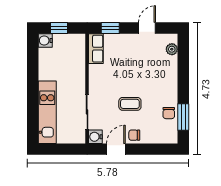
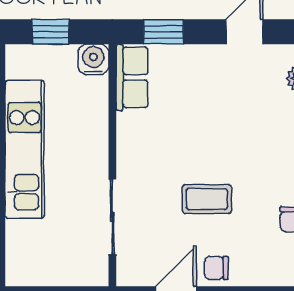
water cooler: (45, 40) -> (93, 59), moved, turned 90
kitchen unit: (47, 112) -> (25, 149), moved
water cooler: (95, 137) -> (131, 271), removed

